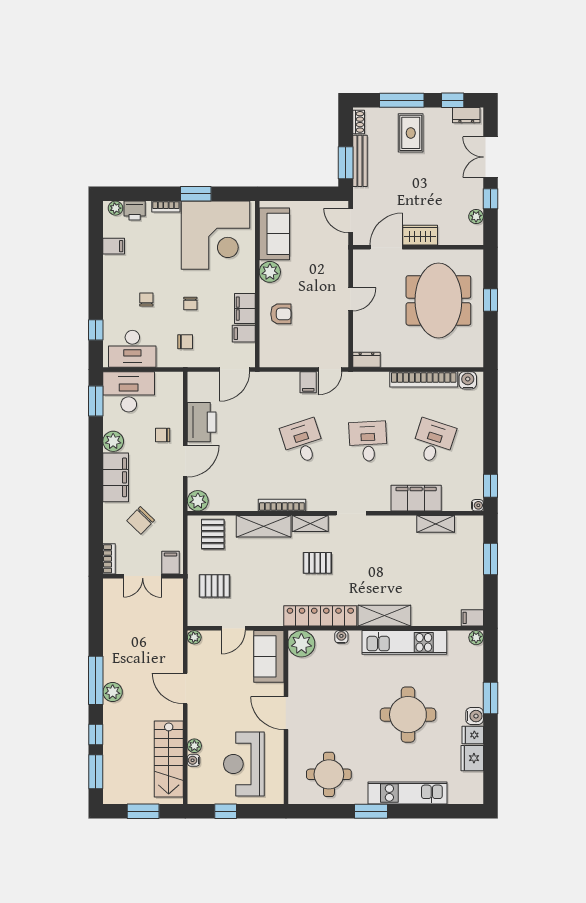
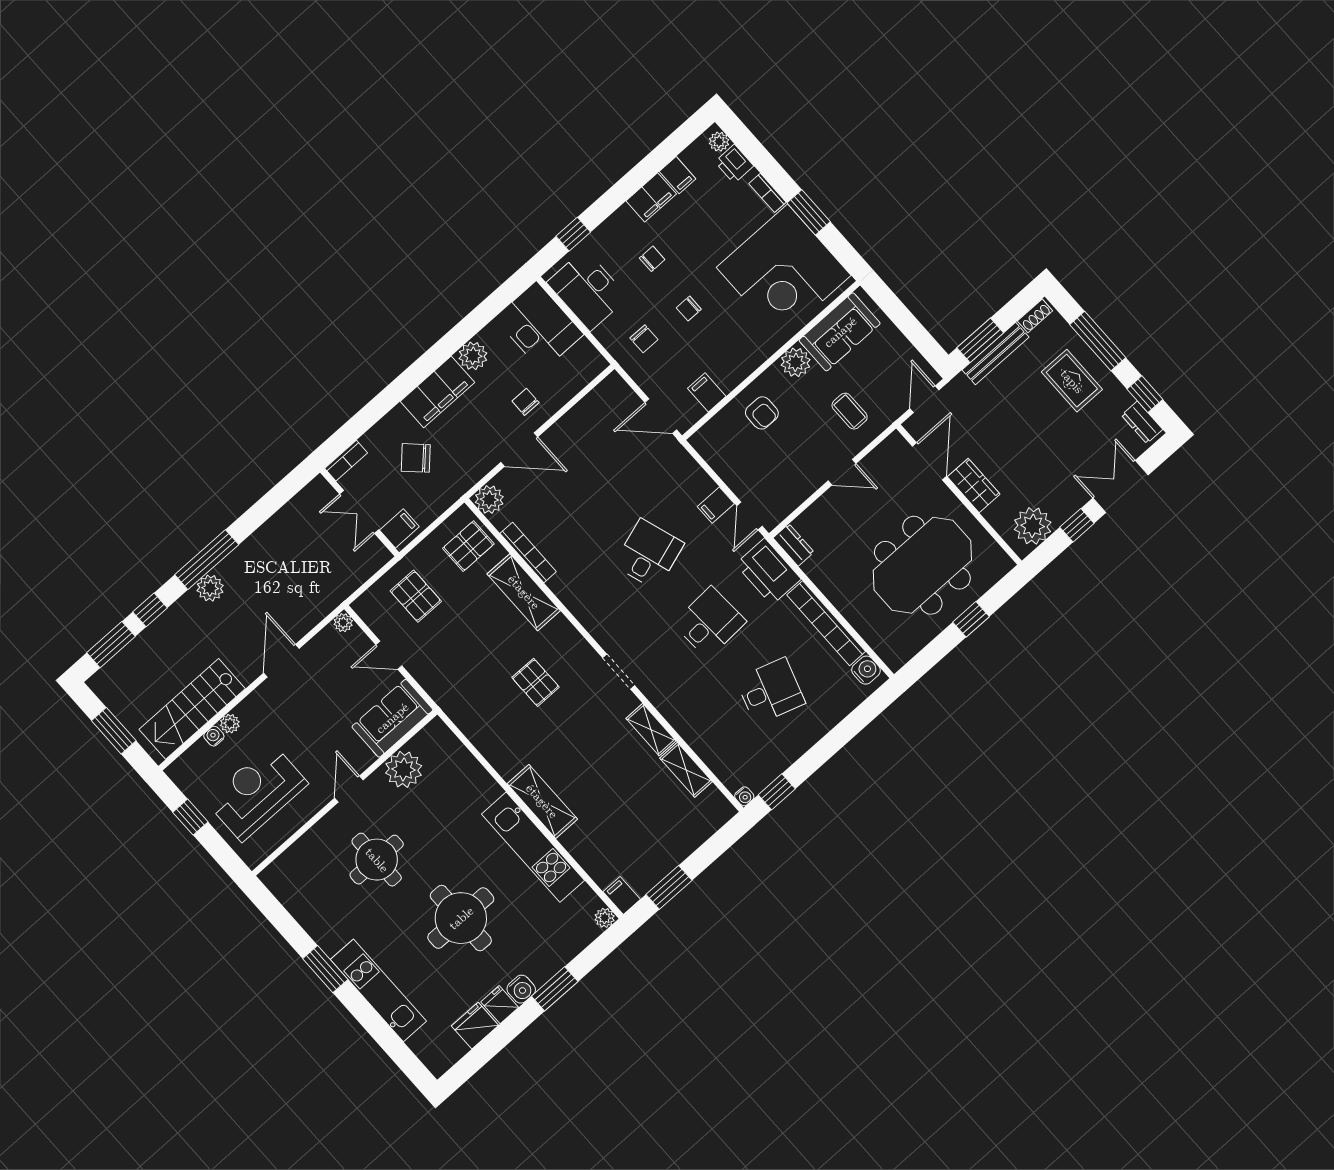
rug: (411, 133) -> (1072, 381), turned 90
plant: (476, 217) -> (1033, 526), width x1.88, depth x1.88
door: (386, 247) -> (929, 461), hinge flipped
coffee table: (321, 266) -> (850, 411), added
filing cabinet: (245, 309) -> (651, 197), moved, turned 180
door: (330, 370) -> (750, 516), hinge flipped
window: (96, 401) -> (499, 300), removed
printer: (202, 422) -> (768, 572), moved, turned 90
filing cabinet: (416, 498) -> (695, 725), removed
bookcase: (282, 505) -> (528, 552), moved
shelving: (310, 524) -> (651, 730), moved
window: (490, 559) -> (669, 887), moved
locker: (320, 616) -> (483, 735), removed
water cooler: (341, 637) -> (480, 776), removed
plant: (301, 644) -> (404, 769), moved
door: (286, 713) -> (349, 789), width x0.73
round table: (329, 774) -> (377, 860), moved

